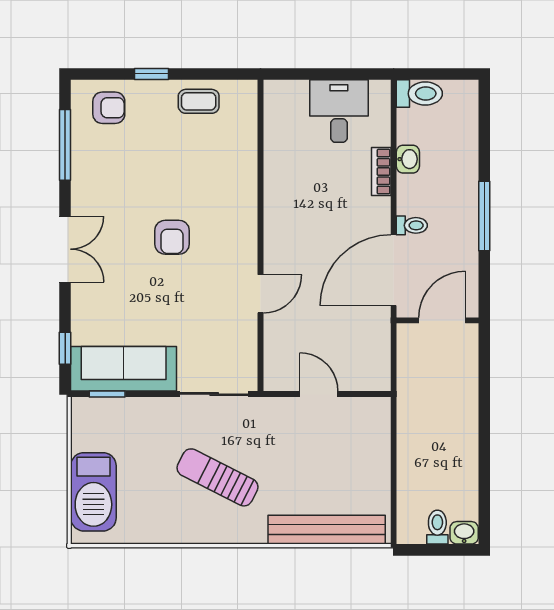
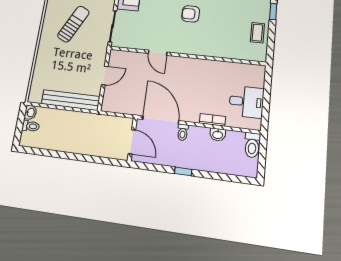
window: (484, 216) -> (183, 171), width x0.46
bench: (327, 530) -> (70, 100), moved, turned 90
washbasin: (464, 533) -> (30, 112), moved

